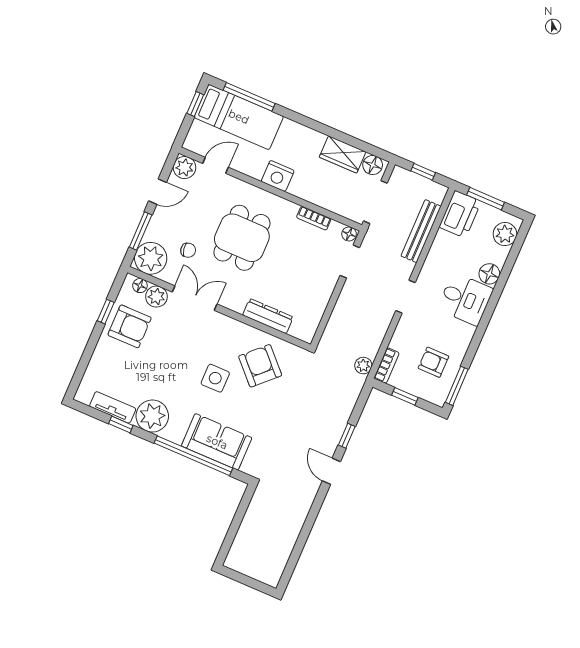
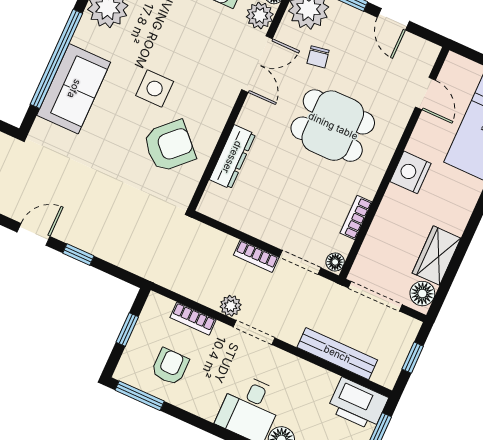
plant: (184, 168) -> (423, 54), removed
bookcase: (346, 296) -> (256, 256), added
plant: (363, 366) -> (231, 306), moved
bookcase: (387, 366) -> (193, 319), moved

